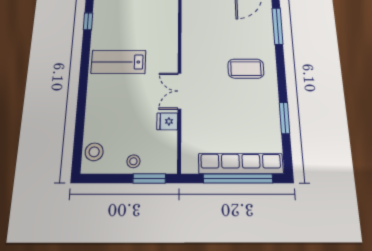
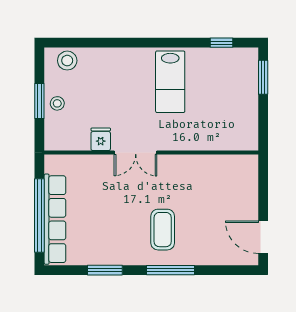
window: (278, 26) -> (170, 270), moved
lab bench: (119, 62) -> (170, 82), turned 180
double door: (179, 91) -> (136, 153), swing flipped
window: (149, 178) -> (39, 101), moved

